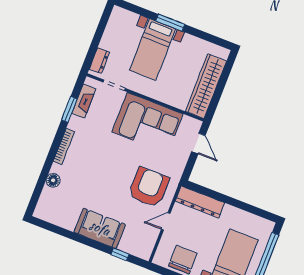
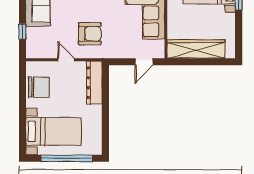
armchair: (149, 187) -> (90, 34), width x0.73, depth x0.73

